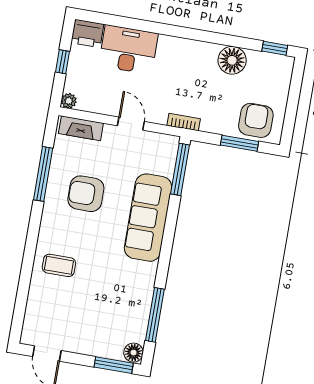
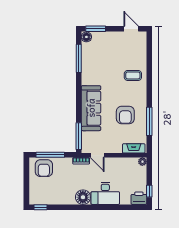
desk: (128, 50) -> (105, 193), moved
floor lamp: (232, 60) -> (83, 197), moved
window: (62, 62) -> (149, 191), moved
door: (131, 124) -> (97, 155), moved
window: (239, 143) -> (50, 155), width x1.44
armchair: (86, 194) -> (125, 115), turned 90

